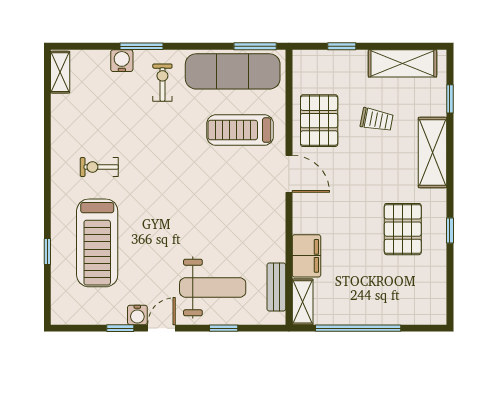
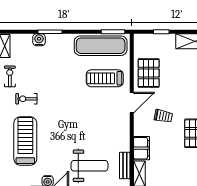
exercise bike: (162, 83) -> (10, 76), moved
trolley: (377, 120) -> (163, 116), moved
door: (289, 174) -> (132, 103), hinge flipped
treadmill: (97, 243) -> (25, 141), turned 180

